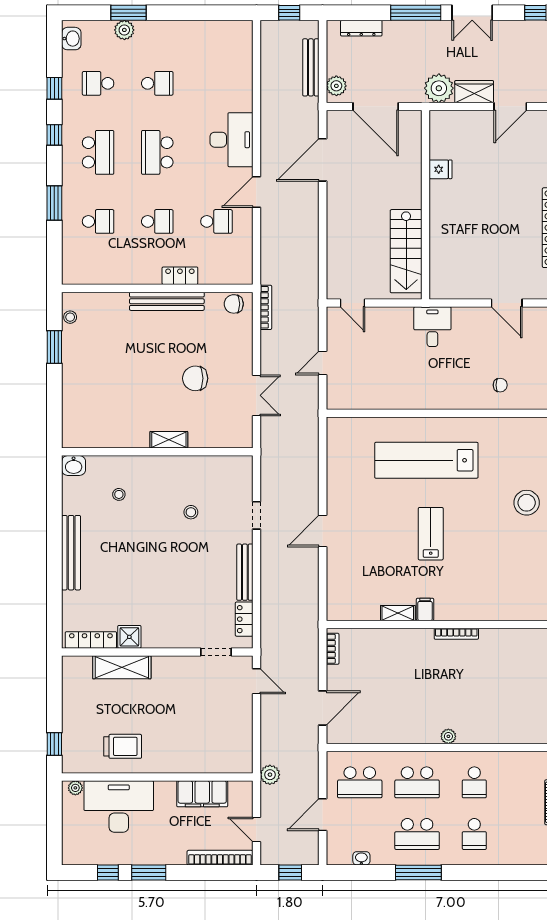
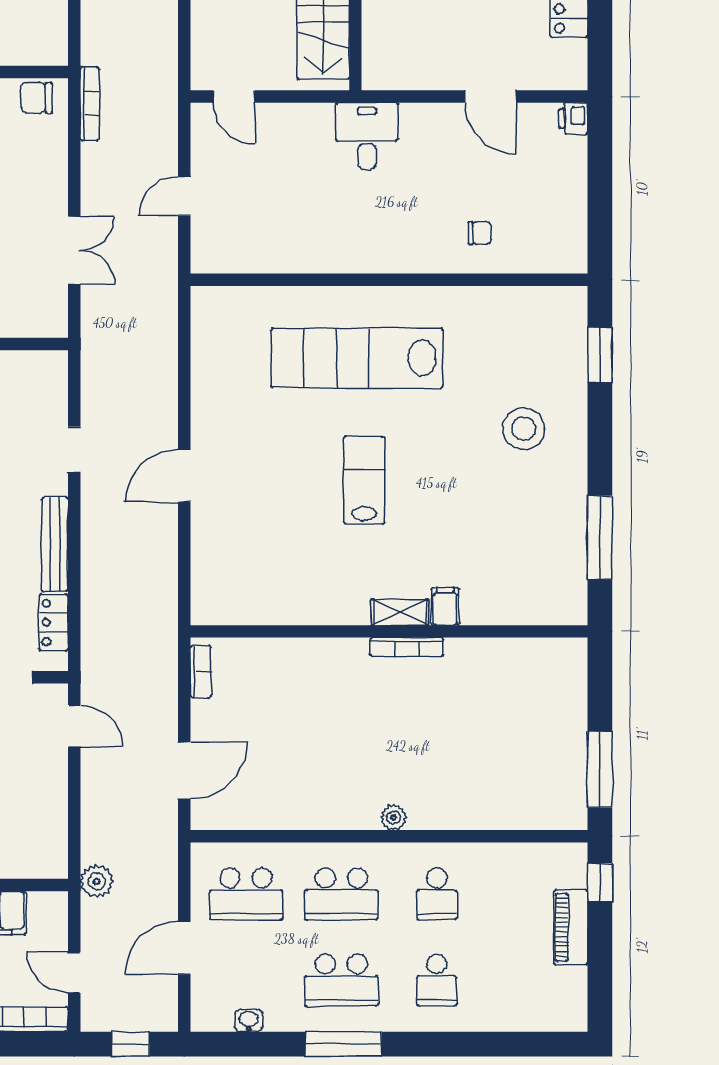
filing cabinet: (425, 609) -> (445, 606), moved
shelving: (398, 613) -> (400, 612), moved

